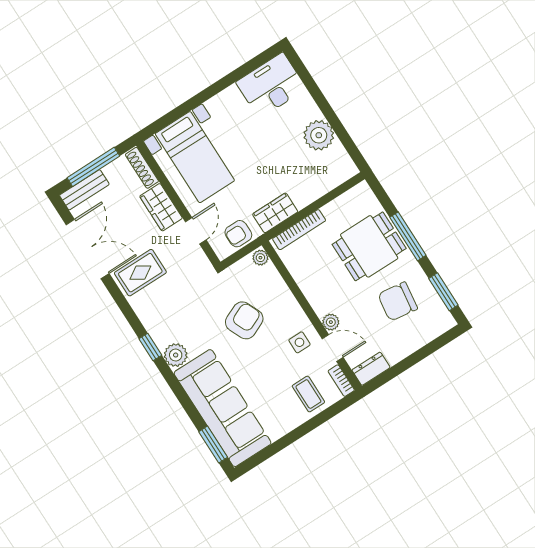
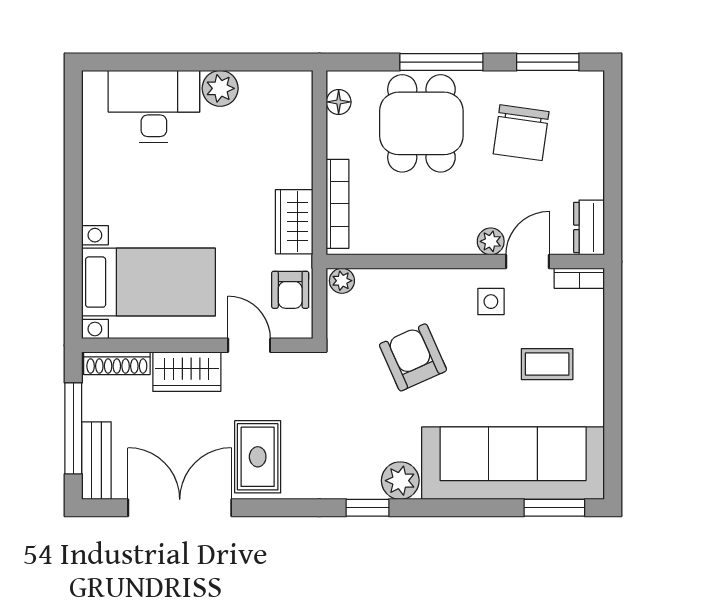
desk: (271, 85) -> (154, 106), moved, turned 90
plant: (319, 135) -> (220, 88), width x0.73, depth x0.73
floor lamp: (353, 196) -> (339, 102), added
coffee table: (308, 394) -> (547, 364), moved

